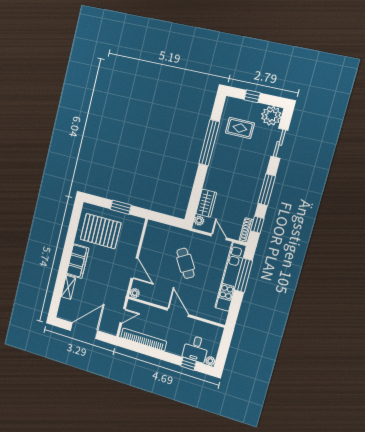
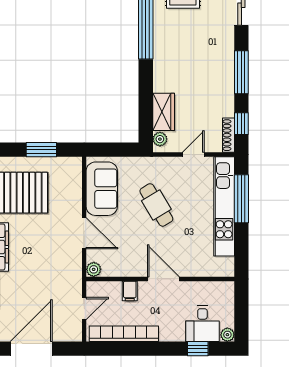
door: (219, 237) -> (193, 155), hinge flipped
sofa: (153, 243) -> (102, 189), added
filing cabinet: (154, 314) -> (130, 291), added

